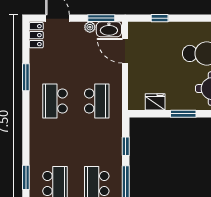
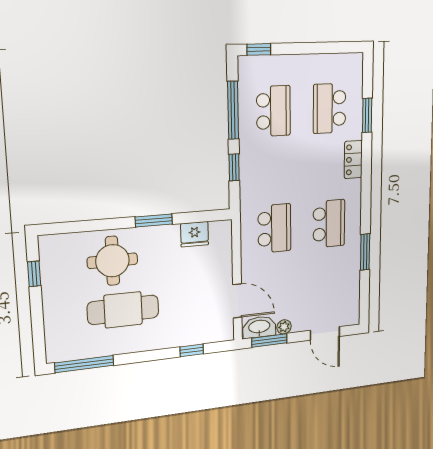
locker: (36, 35) -> (353, 160), moved
school desk: (97, 101) -> (274, 228), turned 180

